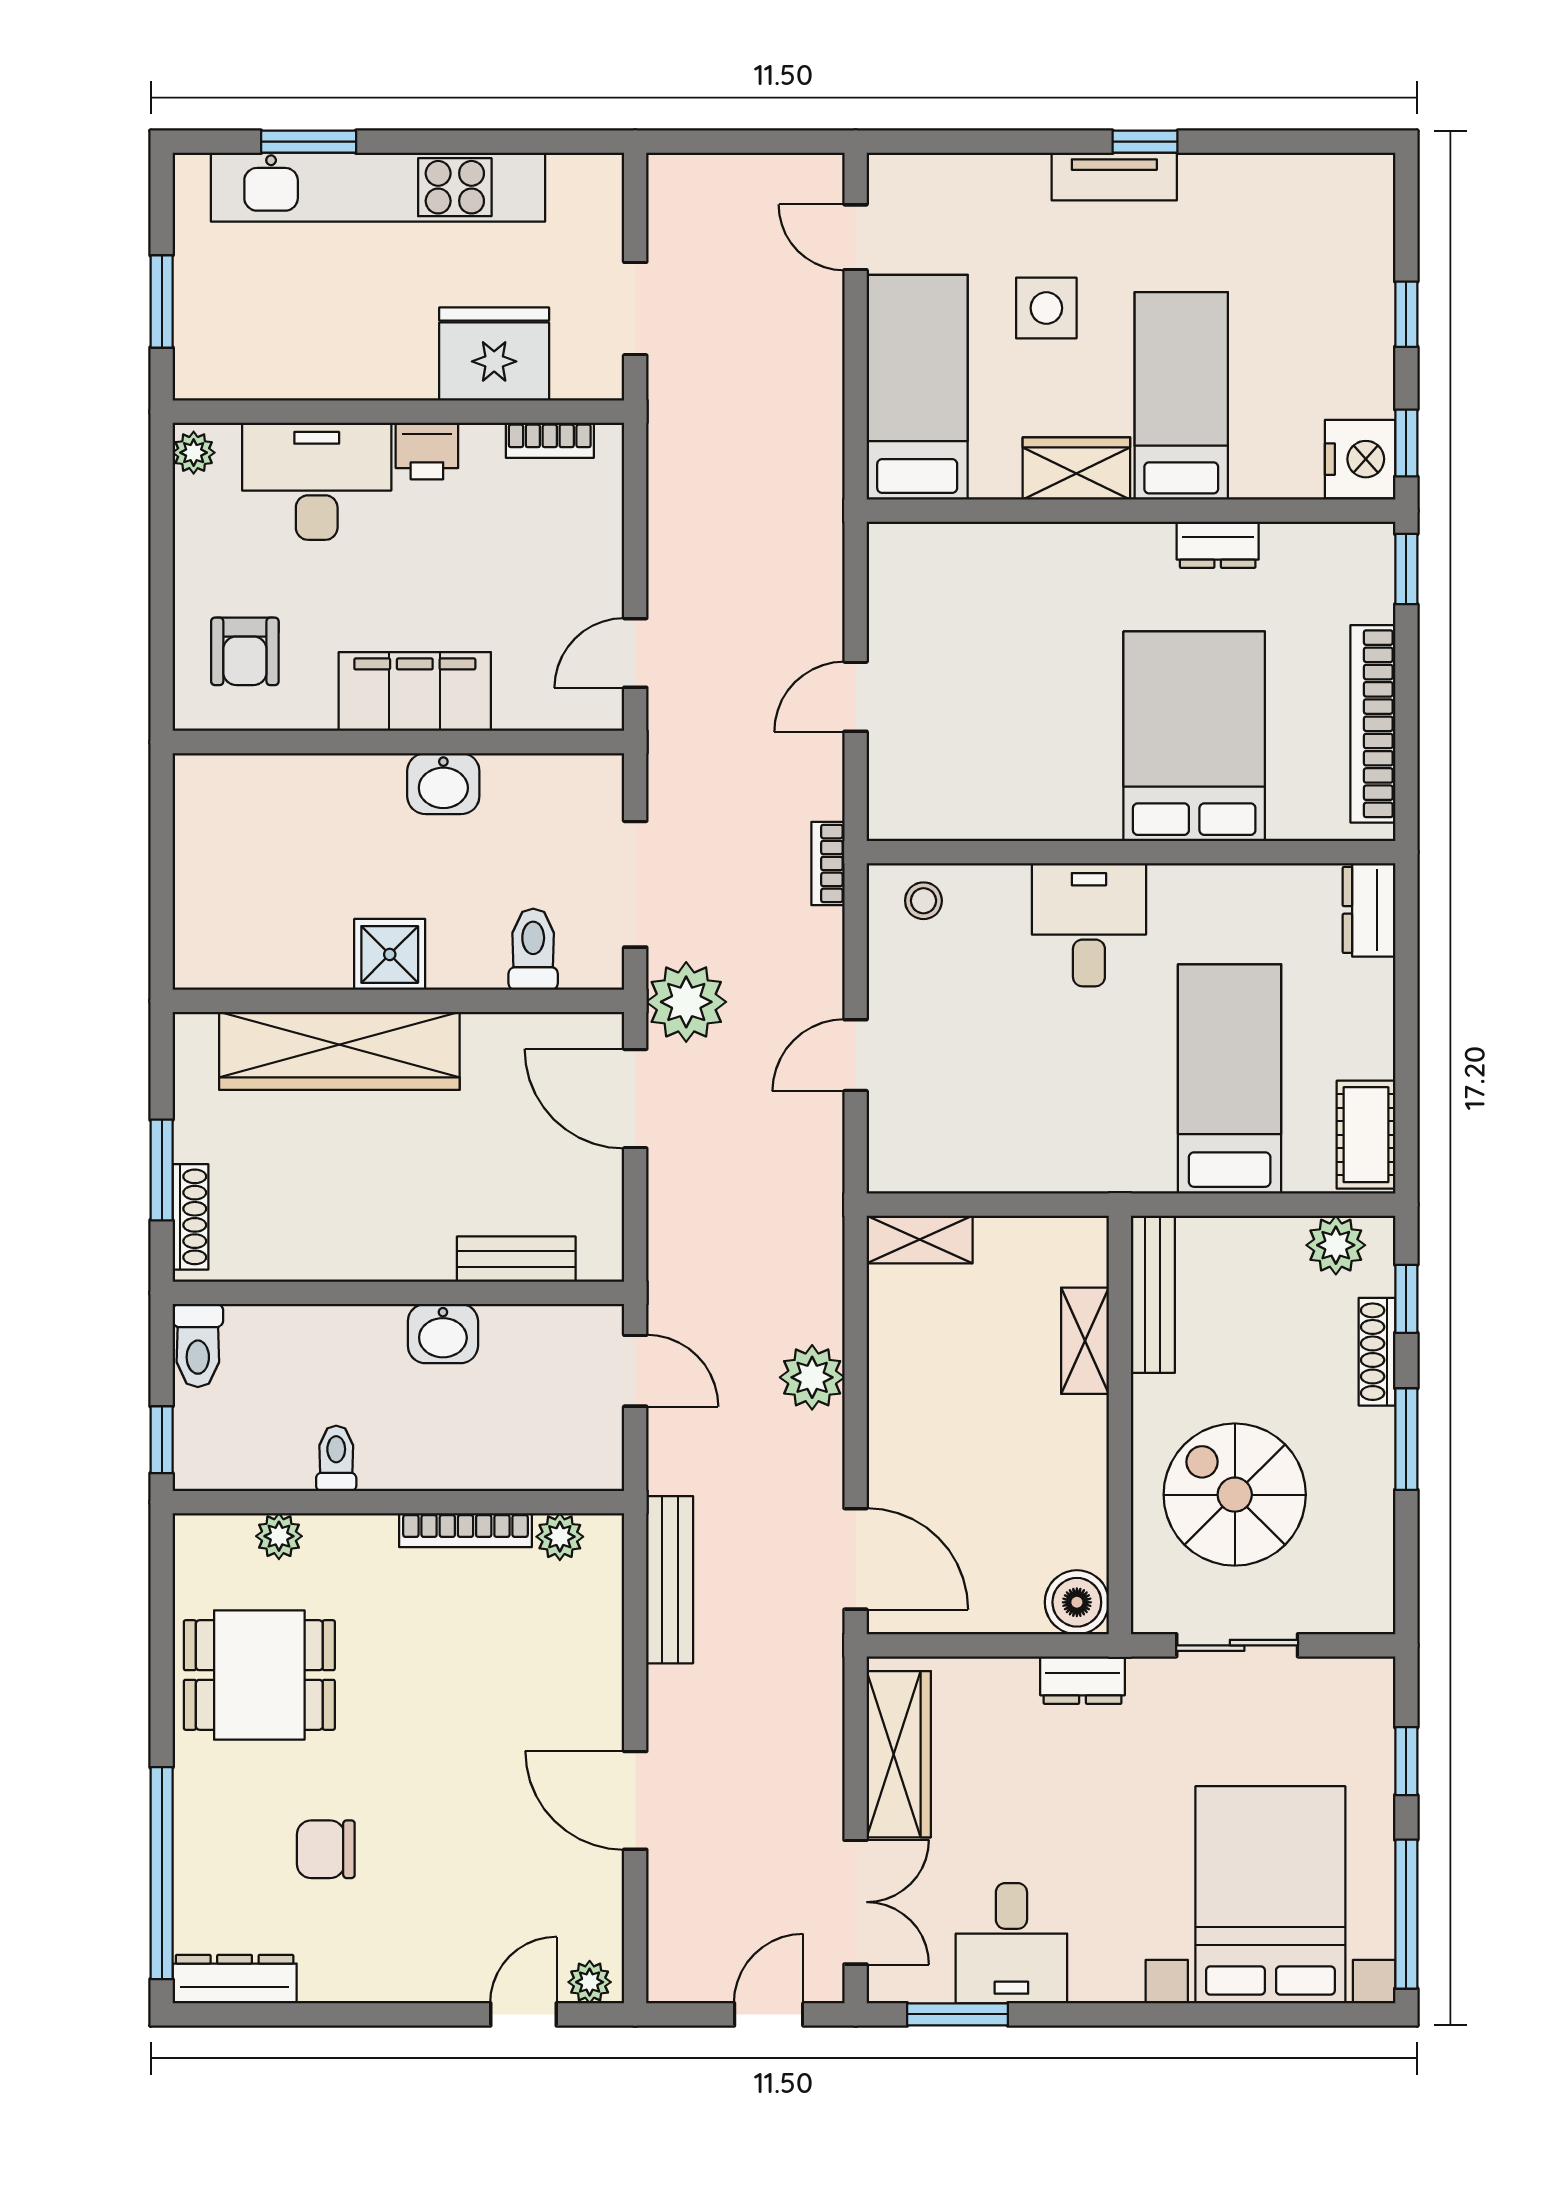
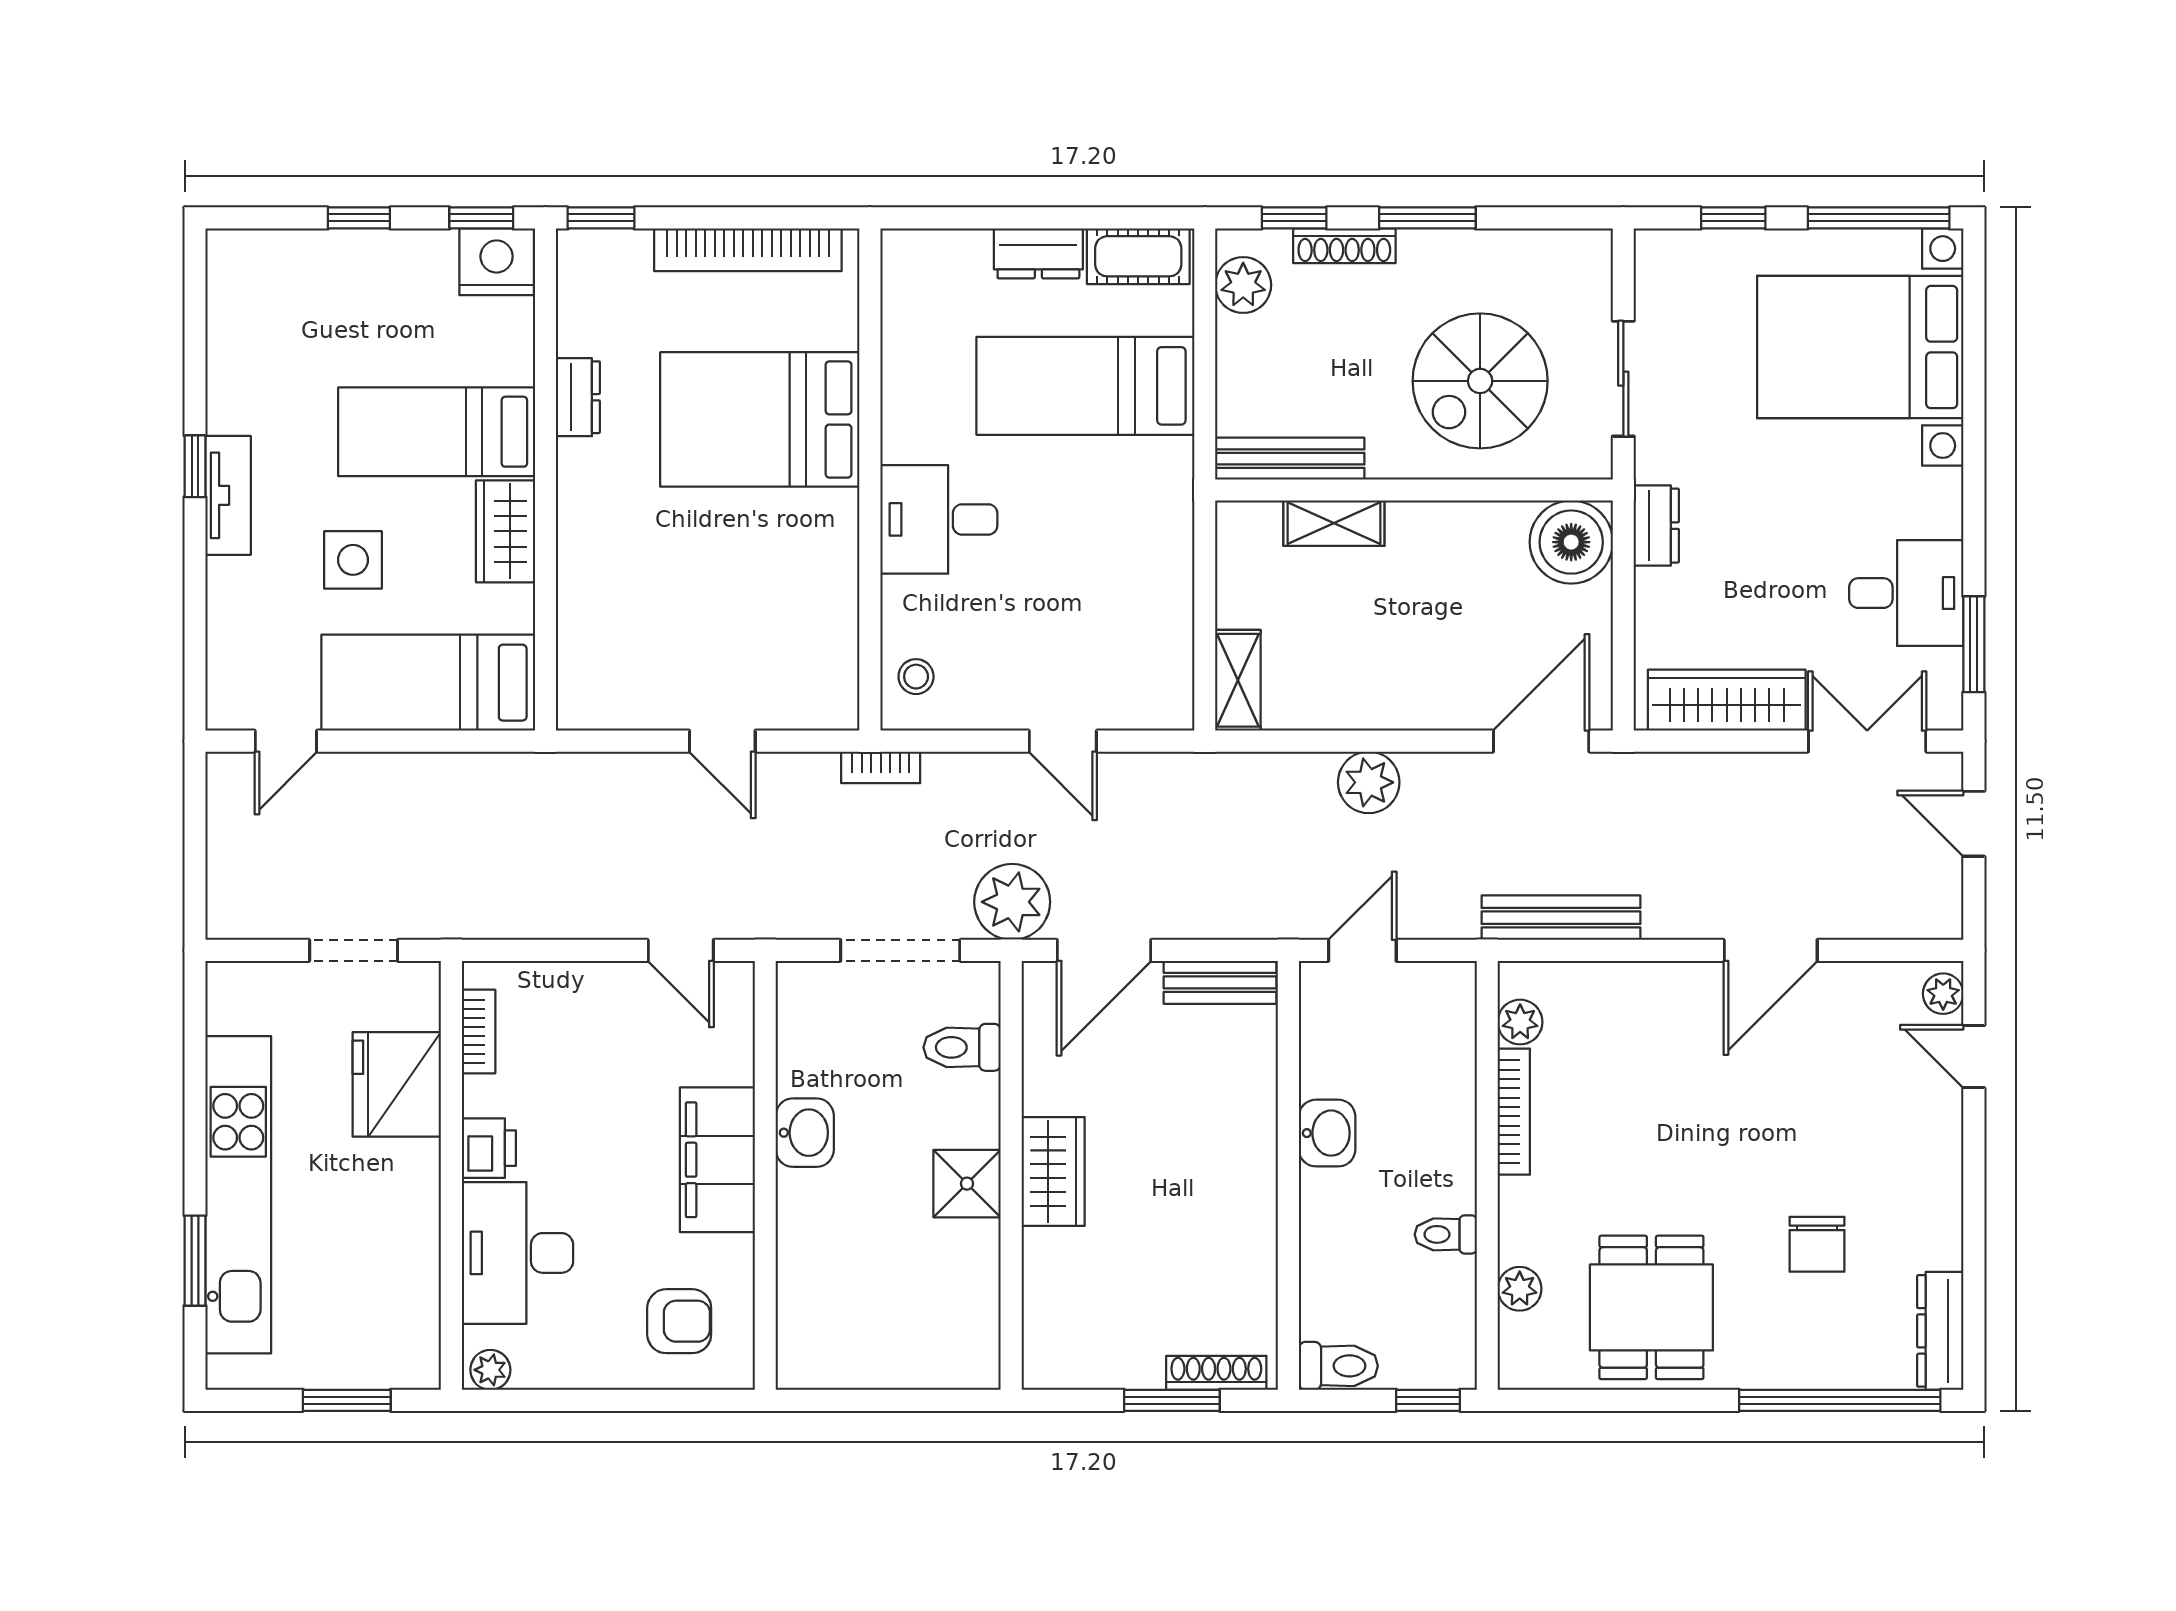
dresser: (1369, 910) -> (1038, 253), moved
wardrobe: (339, 1051) -> (1053, 1171), width x0.48, depth x0.85
bench: (516, 1259) -> (1220, 982), moved, turned 90
boiler: (1077, 1602) -> (1571, 542), width x1.37, depth x1.37

